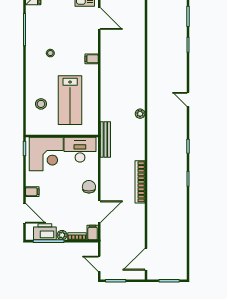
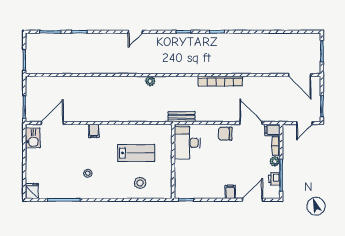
lab bench: (70, 100) -> (136, 153), width x0.73, depth x0.72
bench: (105, 139) -> (182, 117), width x0.73
corner desk: (46, 154) -> (192, 177), removed
printer: (45, 232) -> (274, 179), width x0.53, depth x0.68

